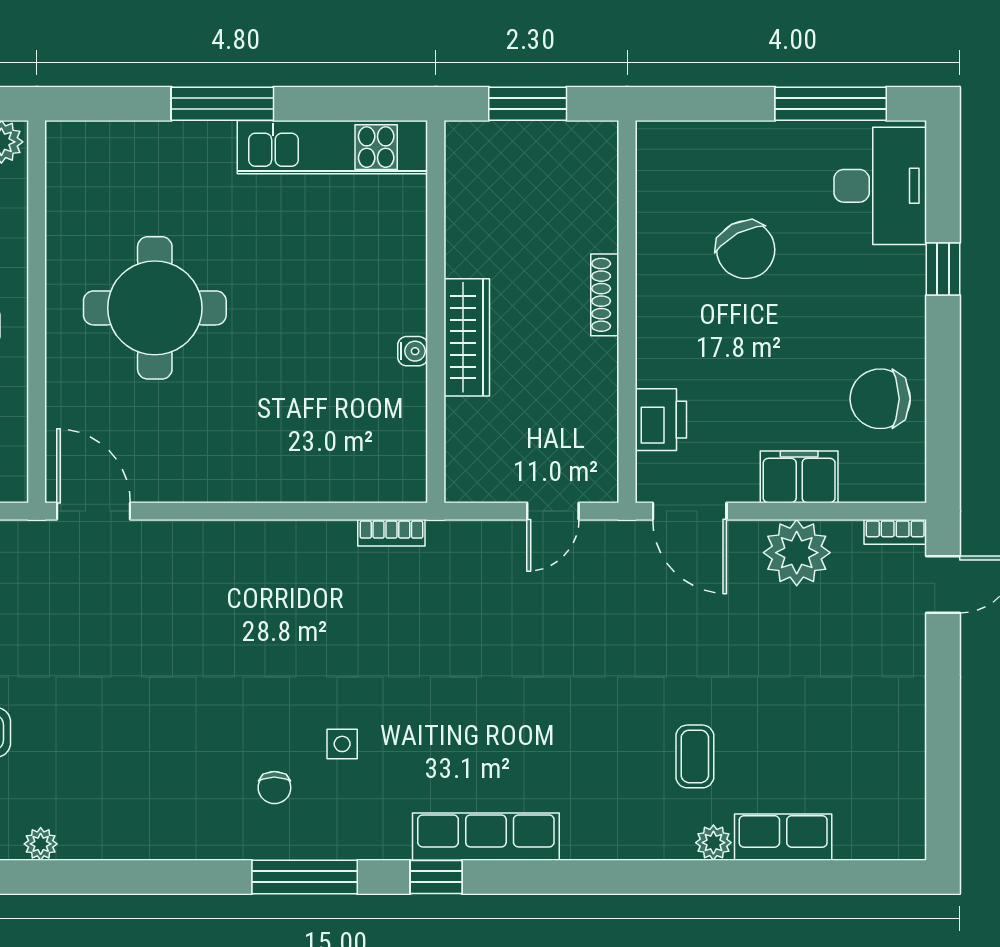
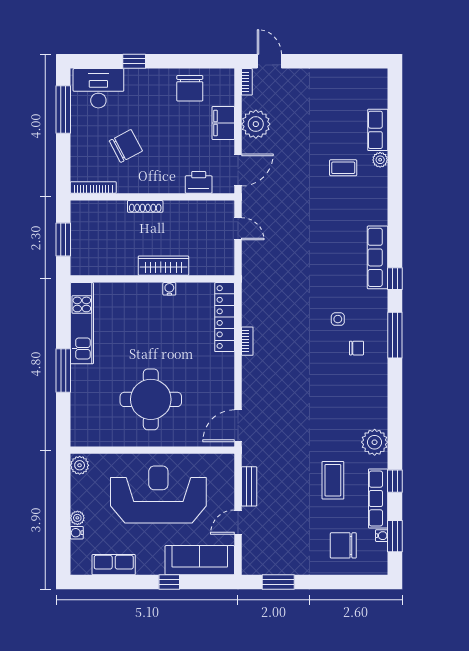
bookcase: (649, 174) -> (93, 187), added
locker: (347, 480) -> (225, 317), added
bookcase: (391, 533) -> (247, 341), moved
plant: (41, 844) -> (375, 442), width x1.87, depth x1.87

